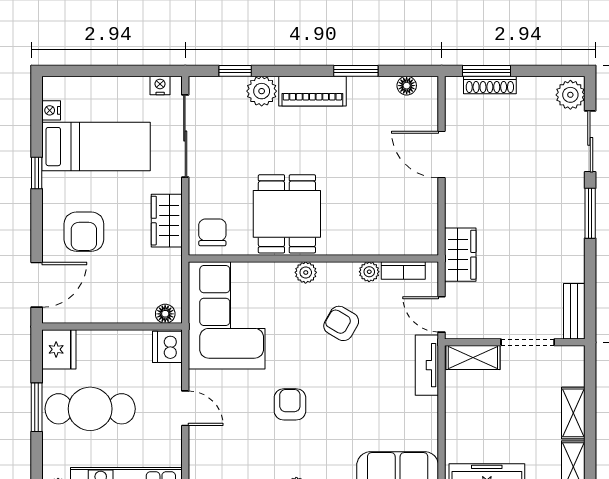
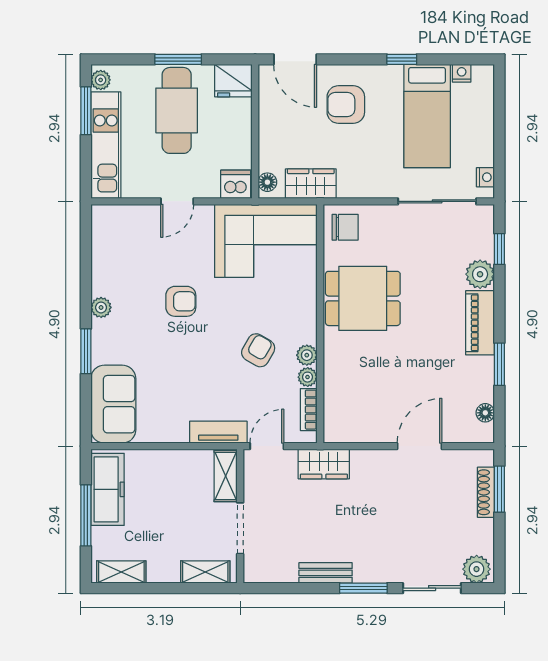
wardrobe: (167, 221) -> (311, 184), moved
plant: (306, 272) -> (307, 355), moved
bench: (574, 311) -> (326, 573), moved
shelving: (573, 413) -> (205, 572), moved

